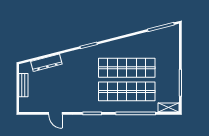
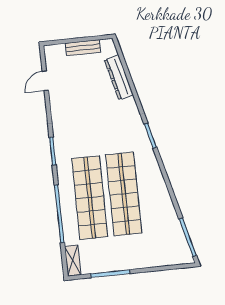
door: (55, 113) -> (45, 81), moved

